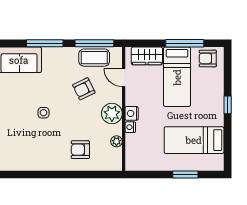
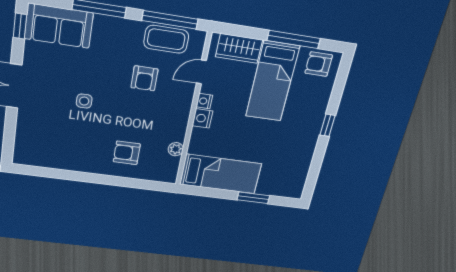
door: (124, 78) -> (201, 72), hinge flipped
armchair: (84, 89) -> (144, 78), turned -64
plant: (112, 114) -> (176, 115), removed
nightstand: (130, 127) -> (204, 101), moved
bed: (194, 140) -> (221, 174), moved, turned 180

